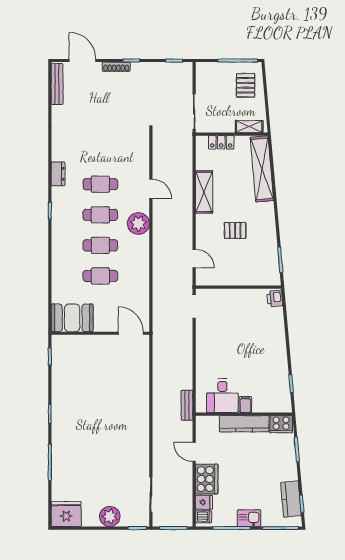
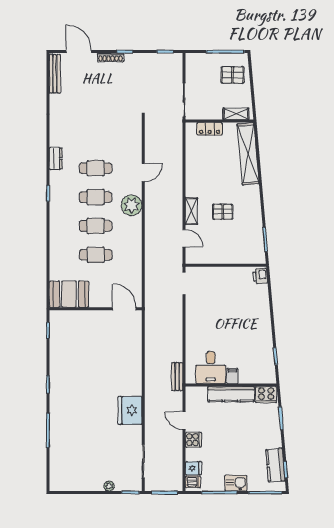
pallet: (246, 85) -> (233, 75), turned 90
door: (151, 189) -> (143, 173), hinge flipped
shelving: (204, 192) -> (191, 211), moved, width x0.67, depth x0.75
cooker: (207, 479) -> (193, 440), width x0.53, depth x0.76
fridge: (66, 514) -> (130, 410), moved, turned -90
plant: (110, 516) -> (109, 486), width x0.53, depth x0.53

